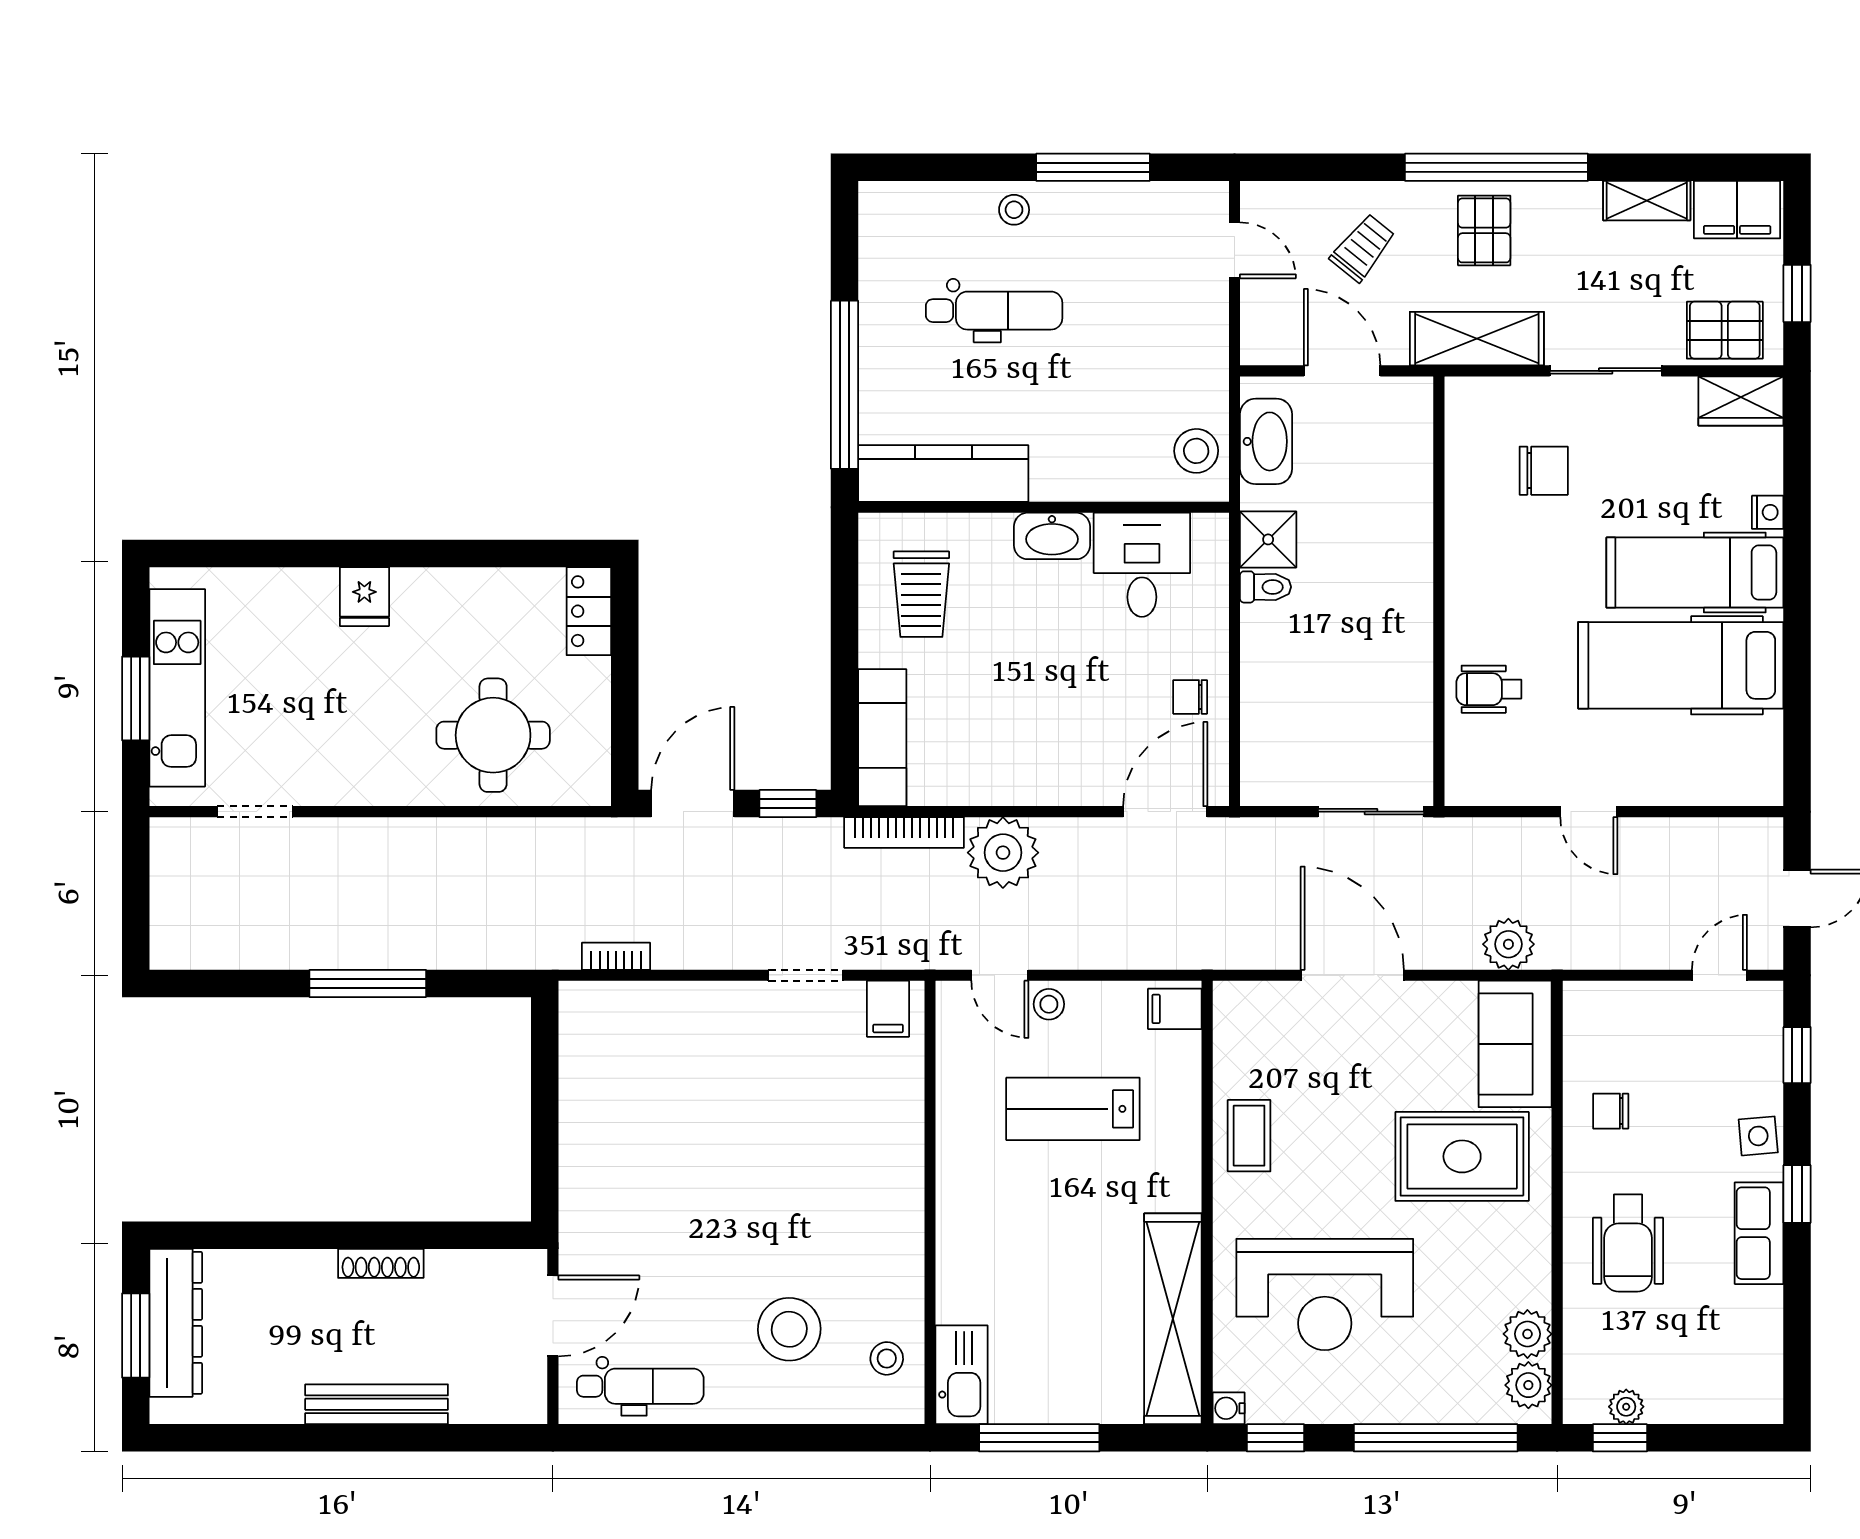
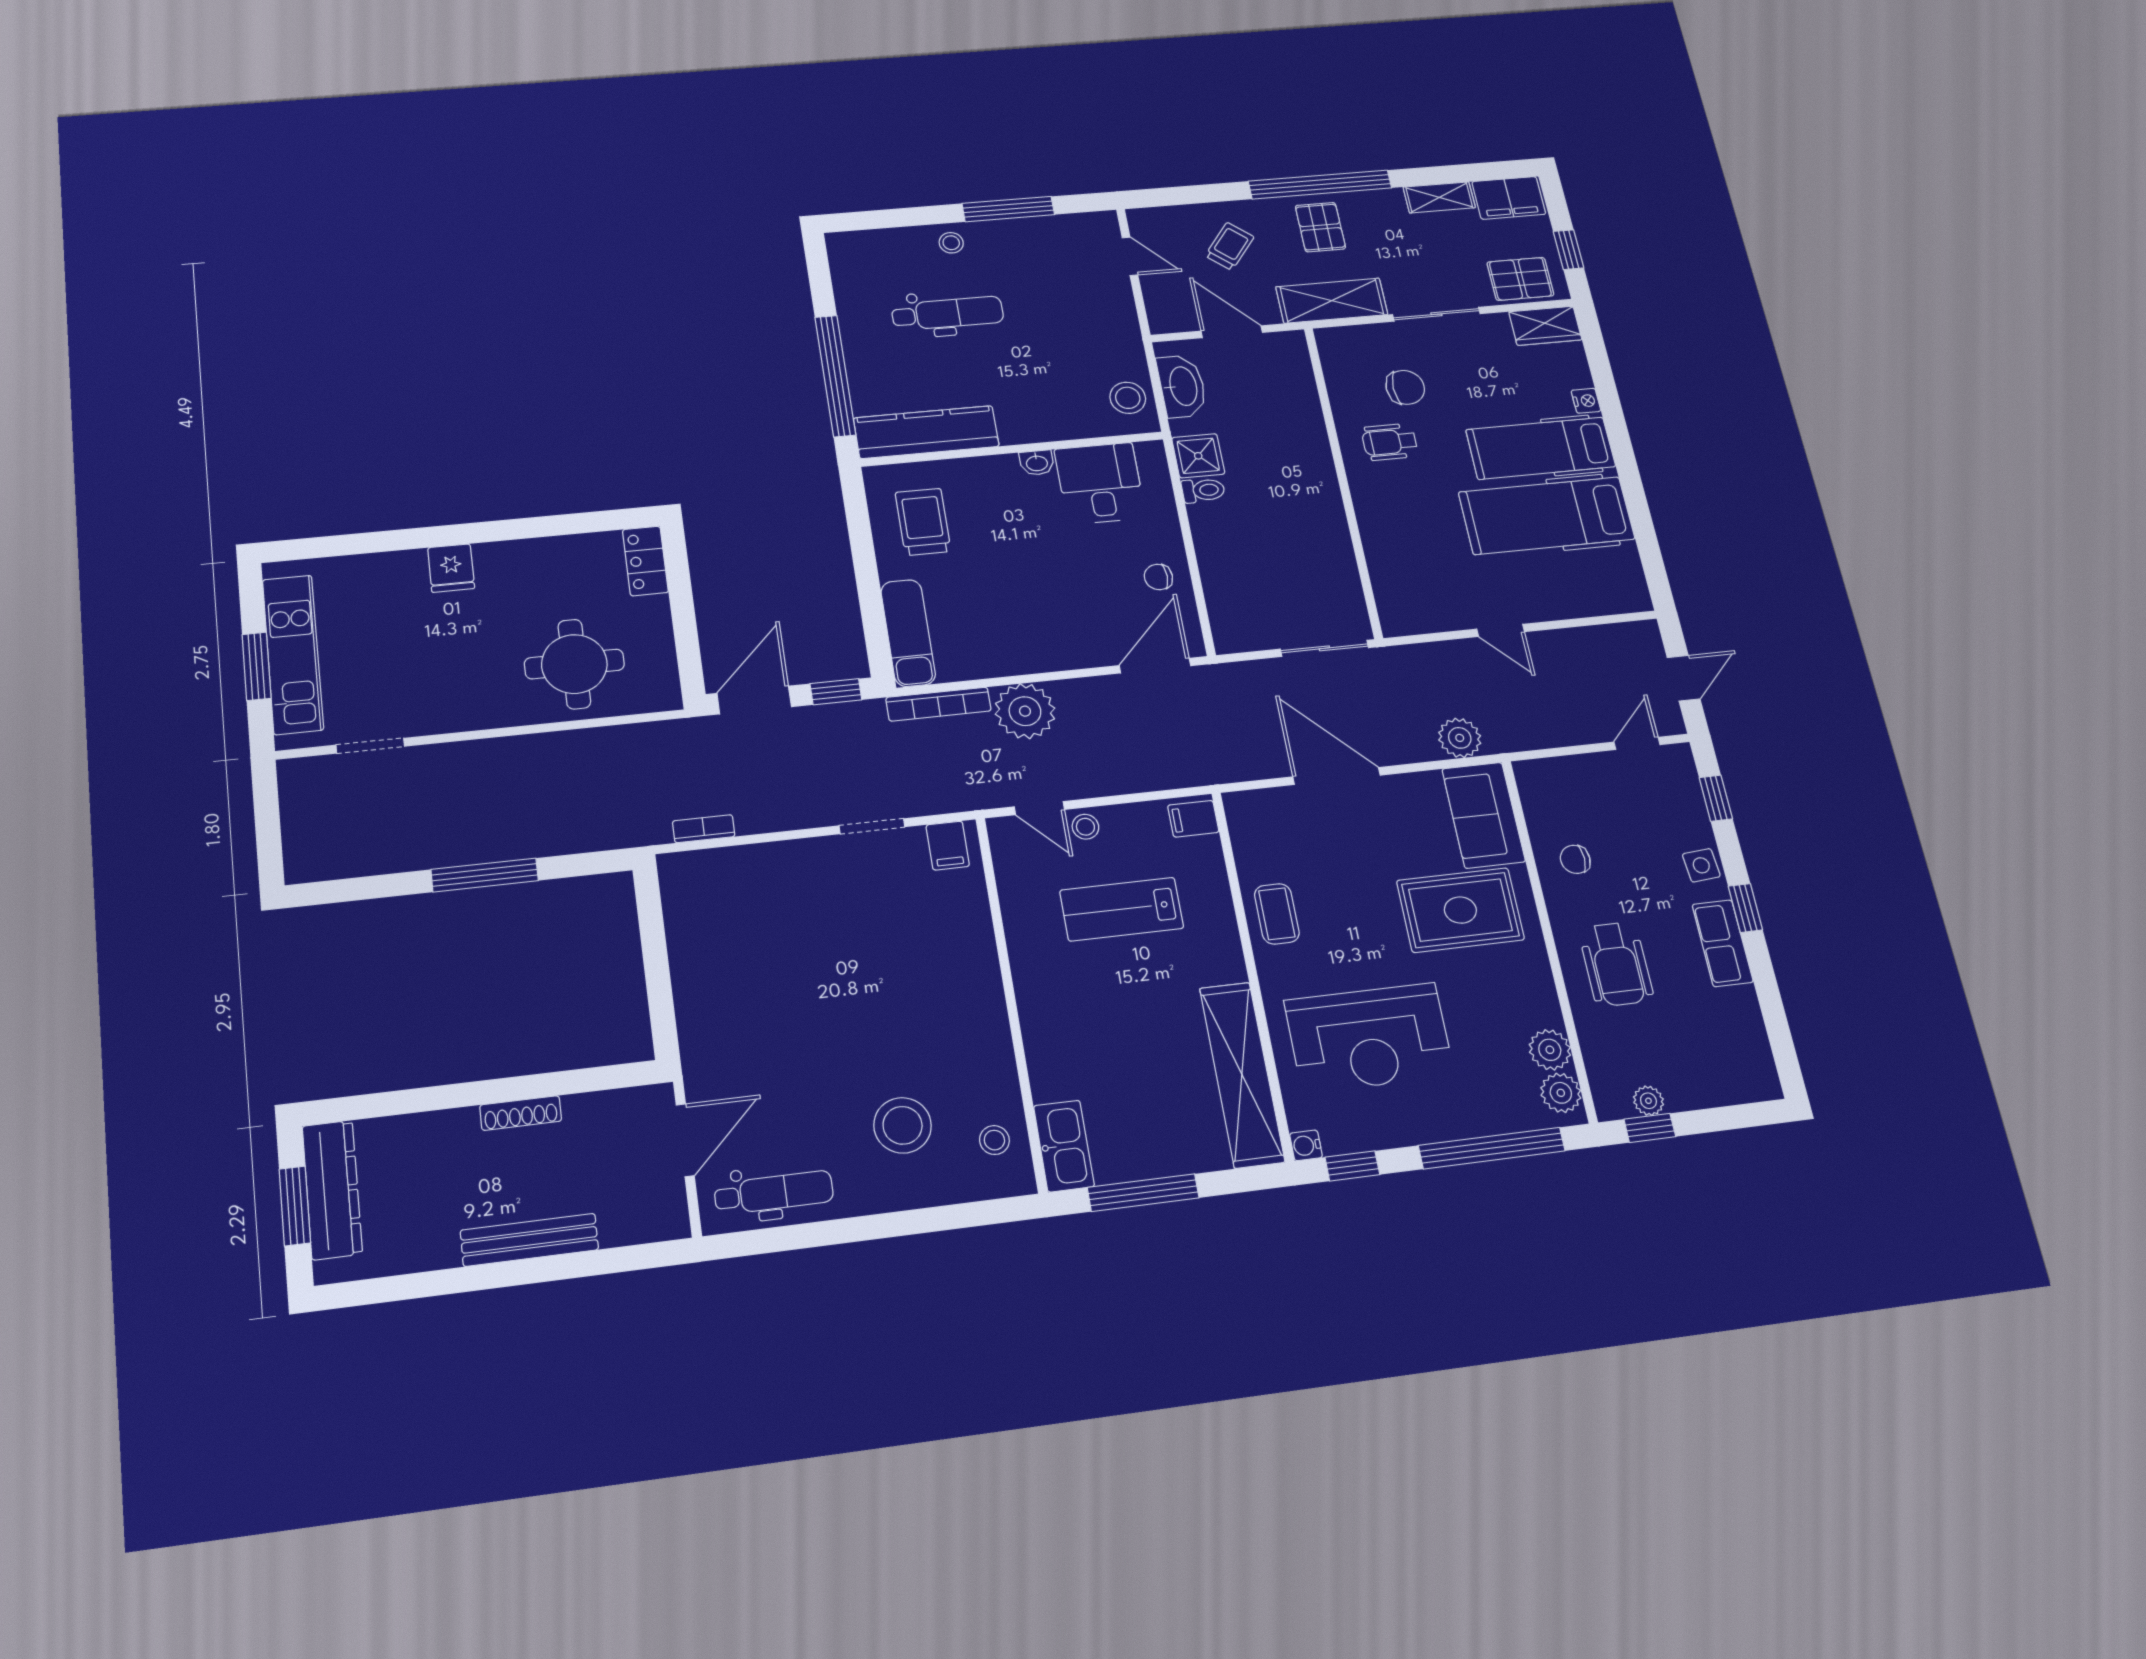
washbasin: (1052, 536) -> (1037, 463), width x0.52, depth x0.69
trolley: (921, 594) -> (923, 522), turned 180
wheelchair: (1489, 689) -> (1390, 442), moved

